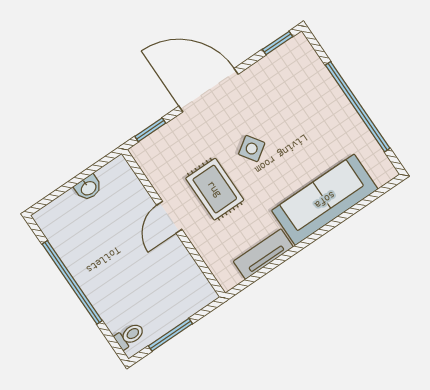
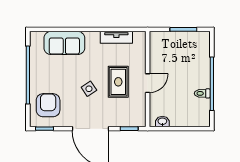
armchair: (296, 82) -> (48, 105), added
washbasin: (88, 188) -> (162, 122), moved
sofa: (325, 200) -> (64, 43), width x0.73
toilet: (130, 336) -> (202, 93), moved

